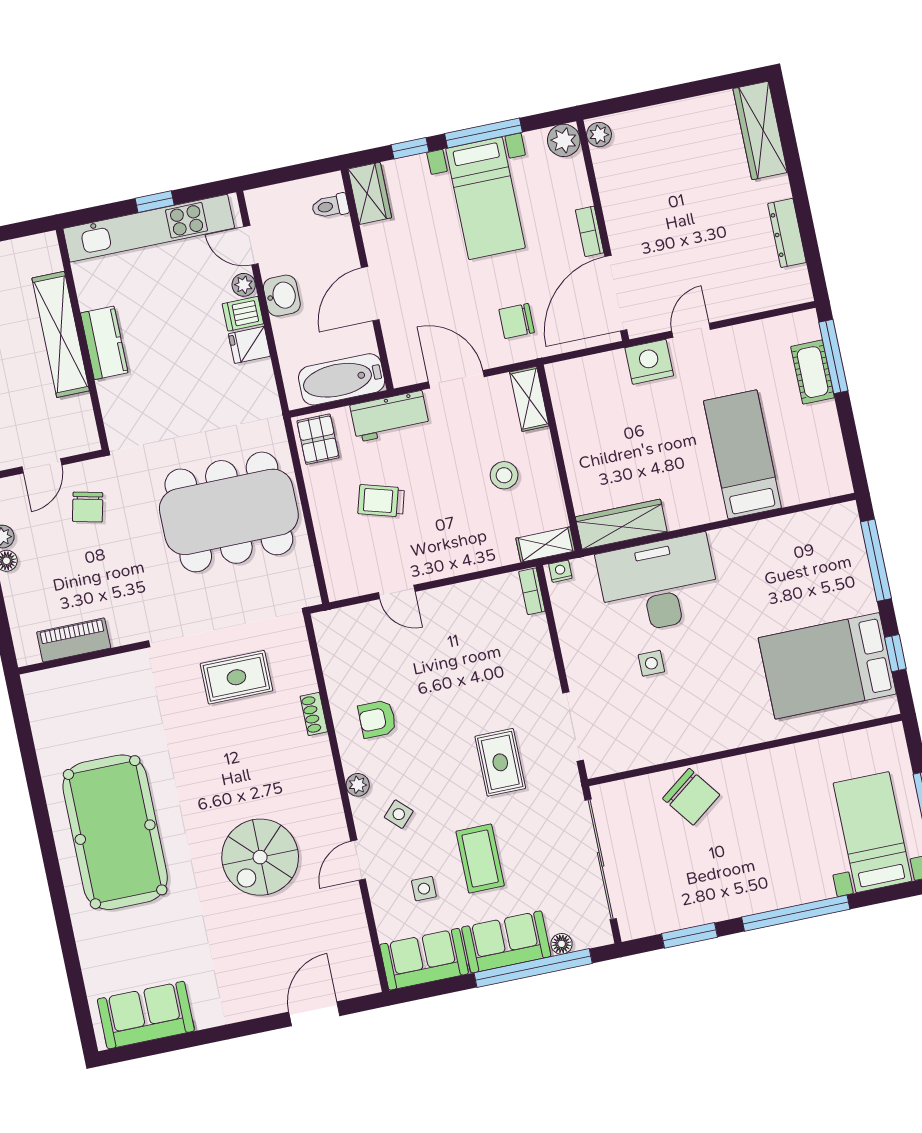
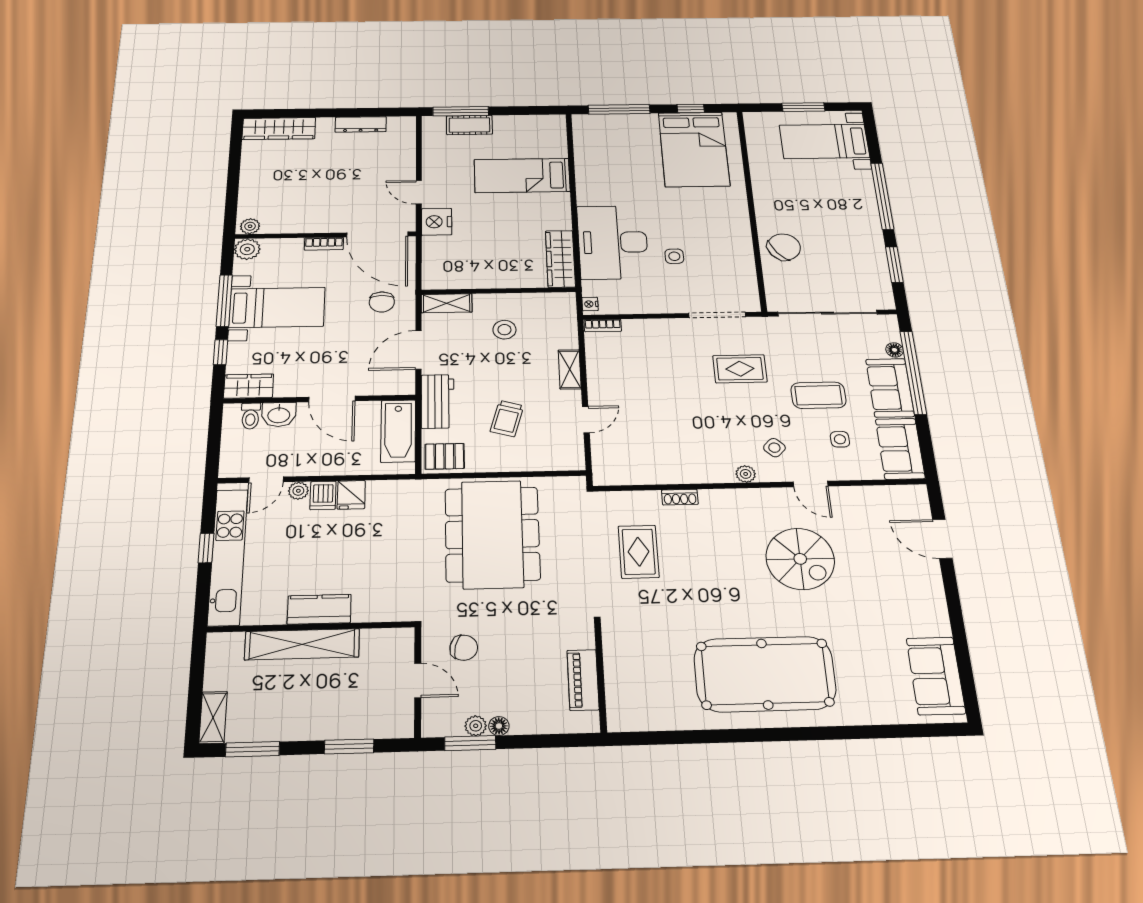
washbasin: (282, 296) -> (279, 415), moved, turned 180
shelving: (545, 545) -> (570, 369), moved
armchair: (377, 719) -> (691, 451), removed

